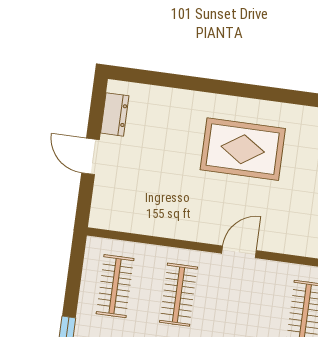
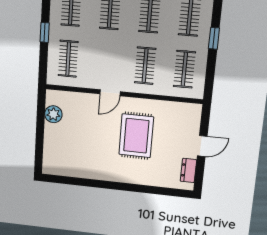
rug: (243, 149) -> (136, 136), moved, turned 90
door: (91, 156) -> (202, 146), hinge flipped

